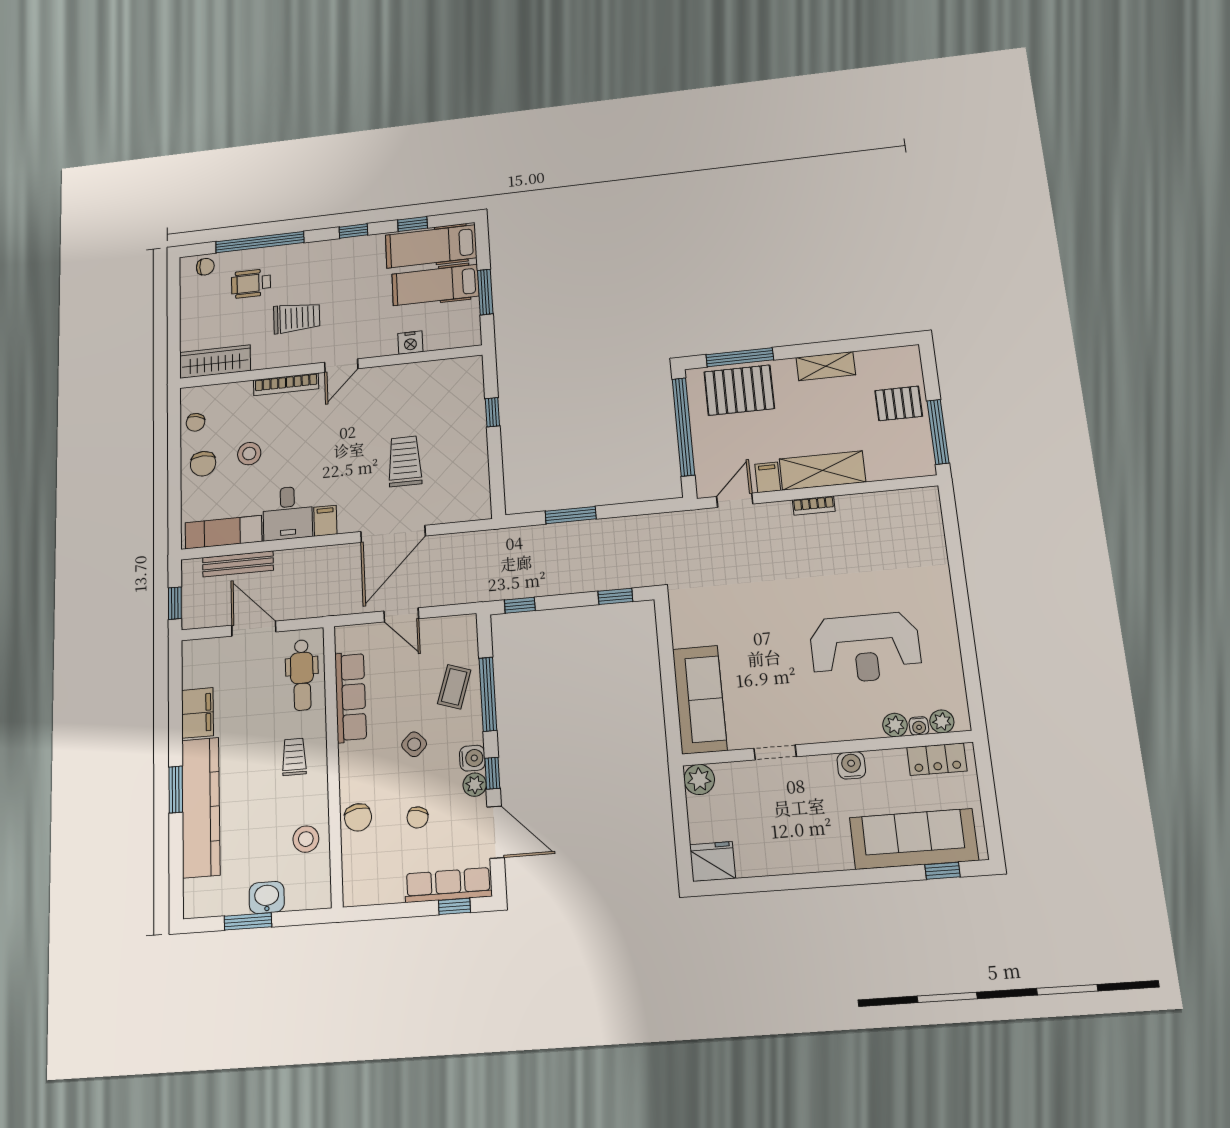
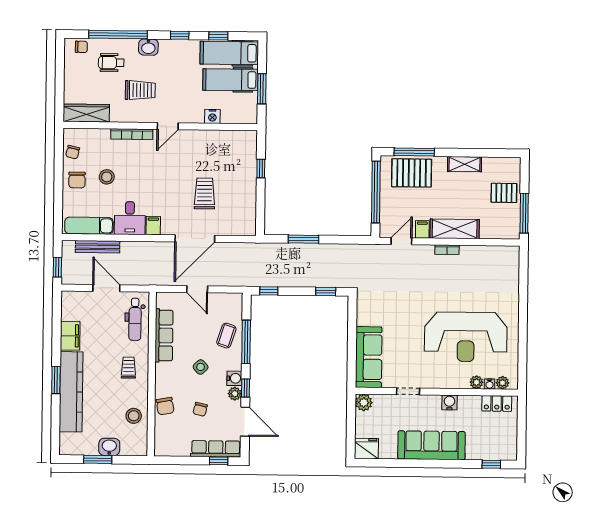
washbasin: (307, 254) -> (148, 47), added
reception desk: (865, 648) -> (466, 337), width x1.36, depth x1.30
sofa: (914, 839) -> (431, 445), moved

